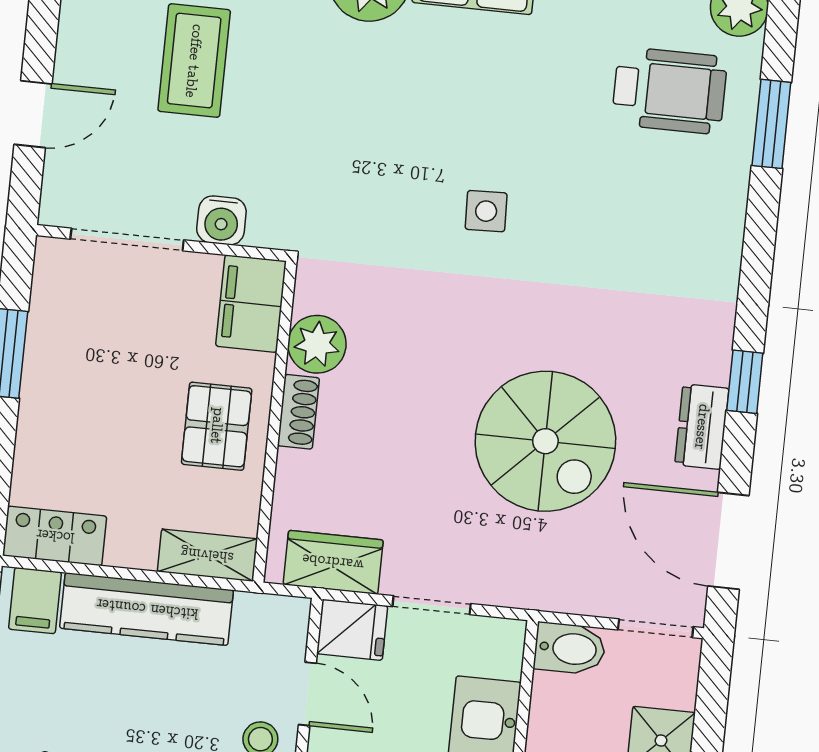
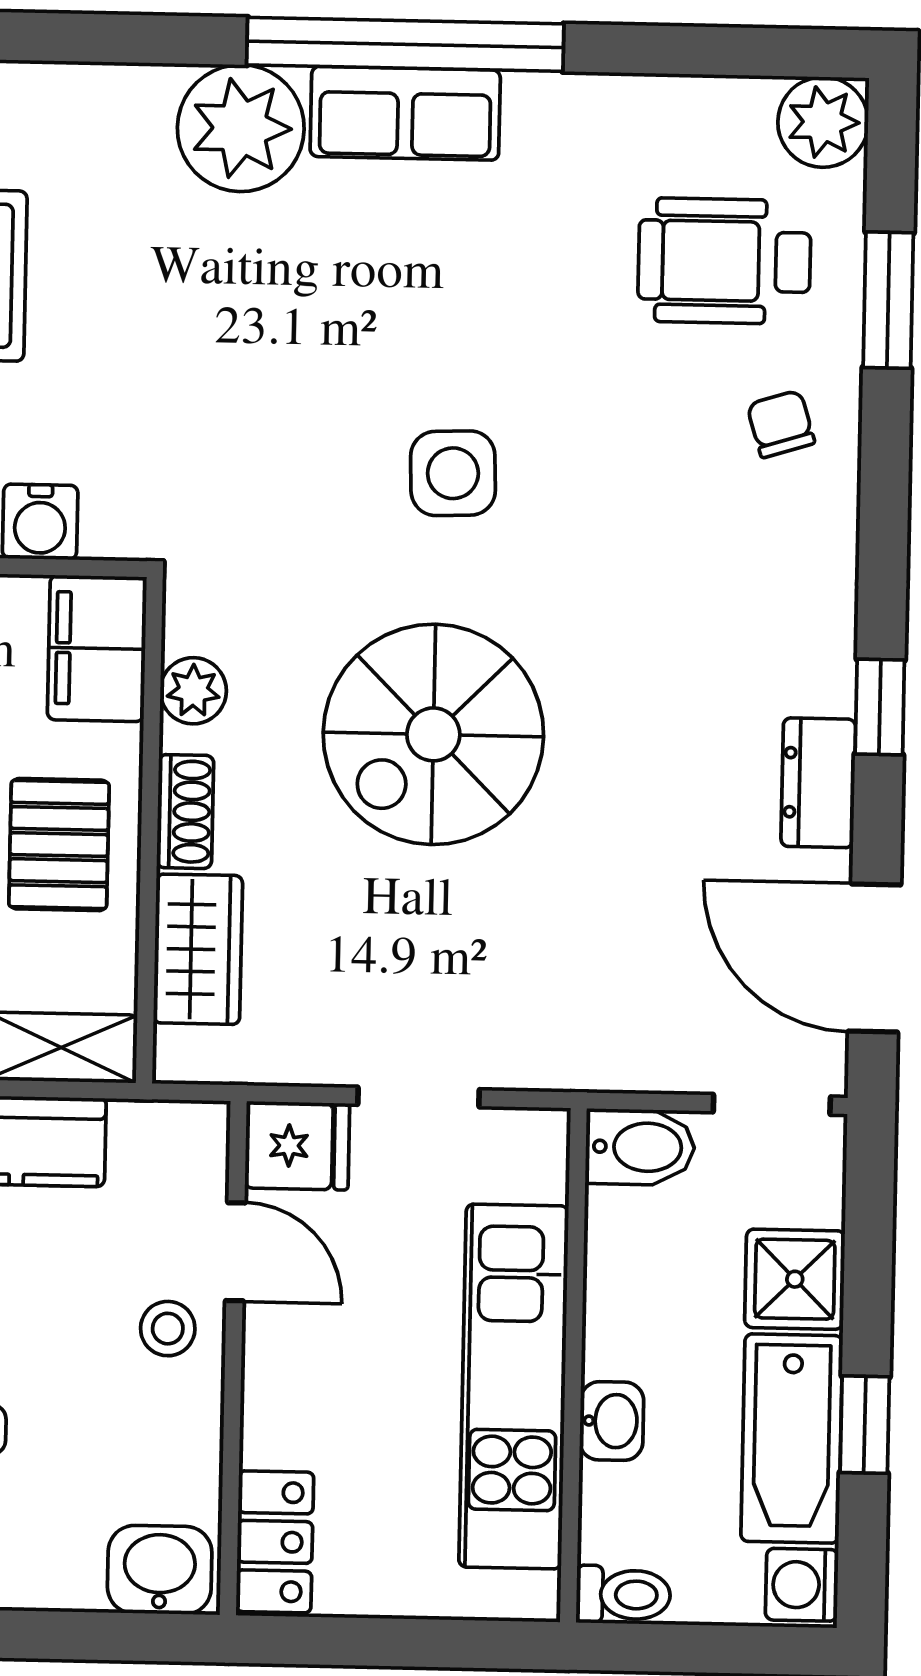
wheelchair: (669, 91) -> (724, 261), turned 180
chair: (697, 197) -> (781, 424), added
side table: (486, 211) -> (453, 473), width x1.37, depth x1.37
plant: (317, 344) -> (193, 691), width x0.73, depth x0.73
spiral stairs: (545, 441) -> (433, 734), moved, turned 90
wardrobe: (333, 562) -> (198, 949), moved, turned 90

